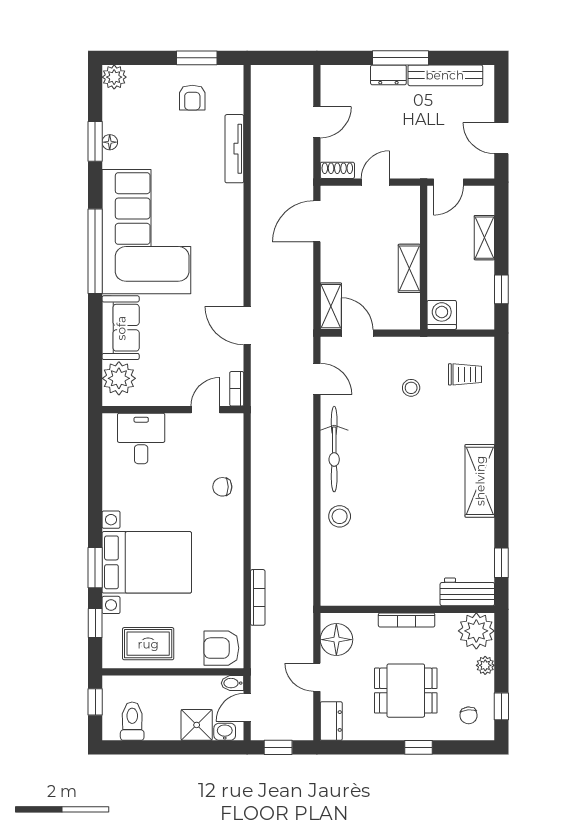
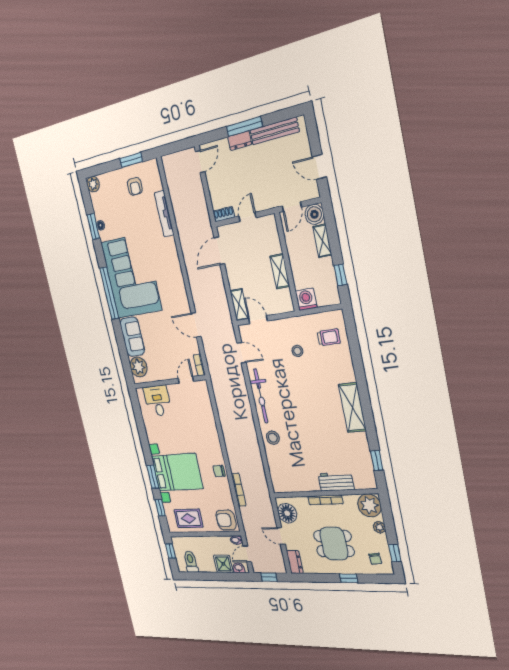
door: (317, 122) -> (200, 162), moved
boiler: (480, 200) -> (314, 214), added
chair: (222, 487) -> (219, 471), moved
workbench: (467, 592) -> (336, 482), moved

